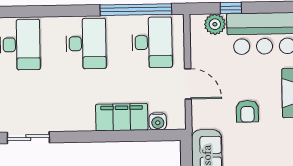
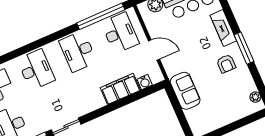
desk: (86, 44) -> (78, 51), turned 180
armchair: (247, 111) -> (226, 64), moved

